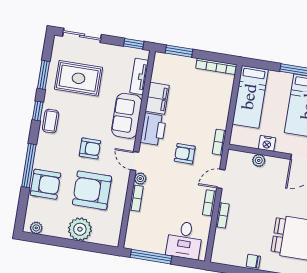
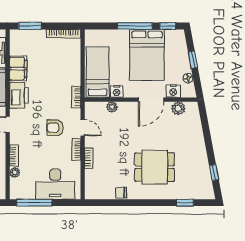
bed: (250, 97) -> (98, 72), moved, turned 180
armchair: (185, 154) -> (55, 128), moved
plant: (140, 179) -> (15, 172), moved
door: (221, 179) -> (83, 128), swing flipped
desk: (185, 240) -> (55, 184), width x1.37

